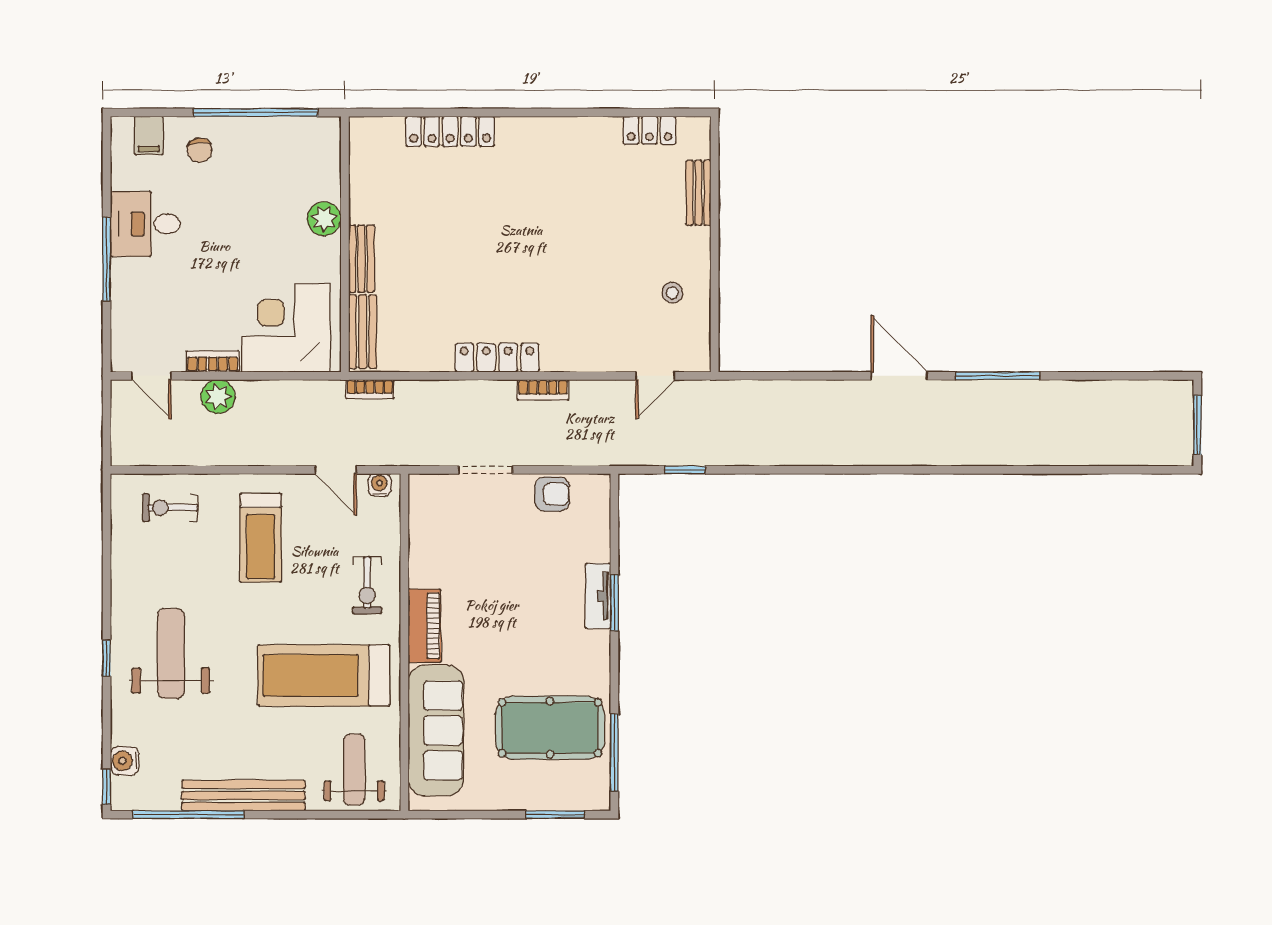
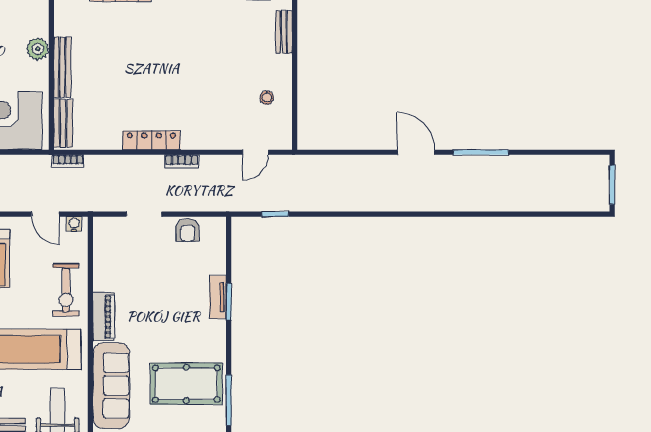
bench: (361, 259) -> (62, 67), width x1.36
armchair: (552, 494) -> (188, 230), turned 90
exercise bike: (367, 585) -> (66, 290), width x1.38, depth x1.39

